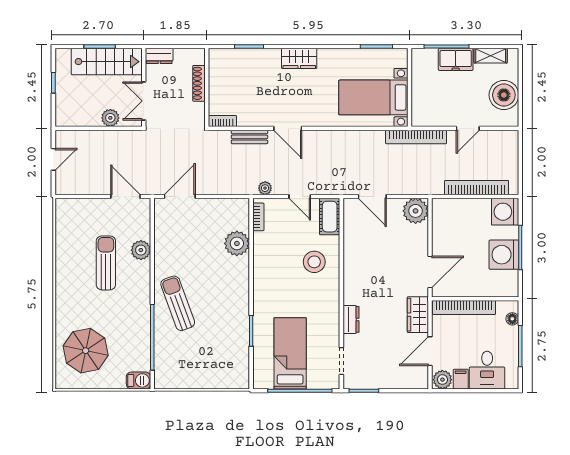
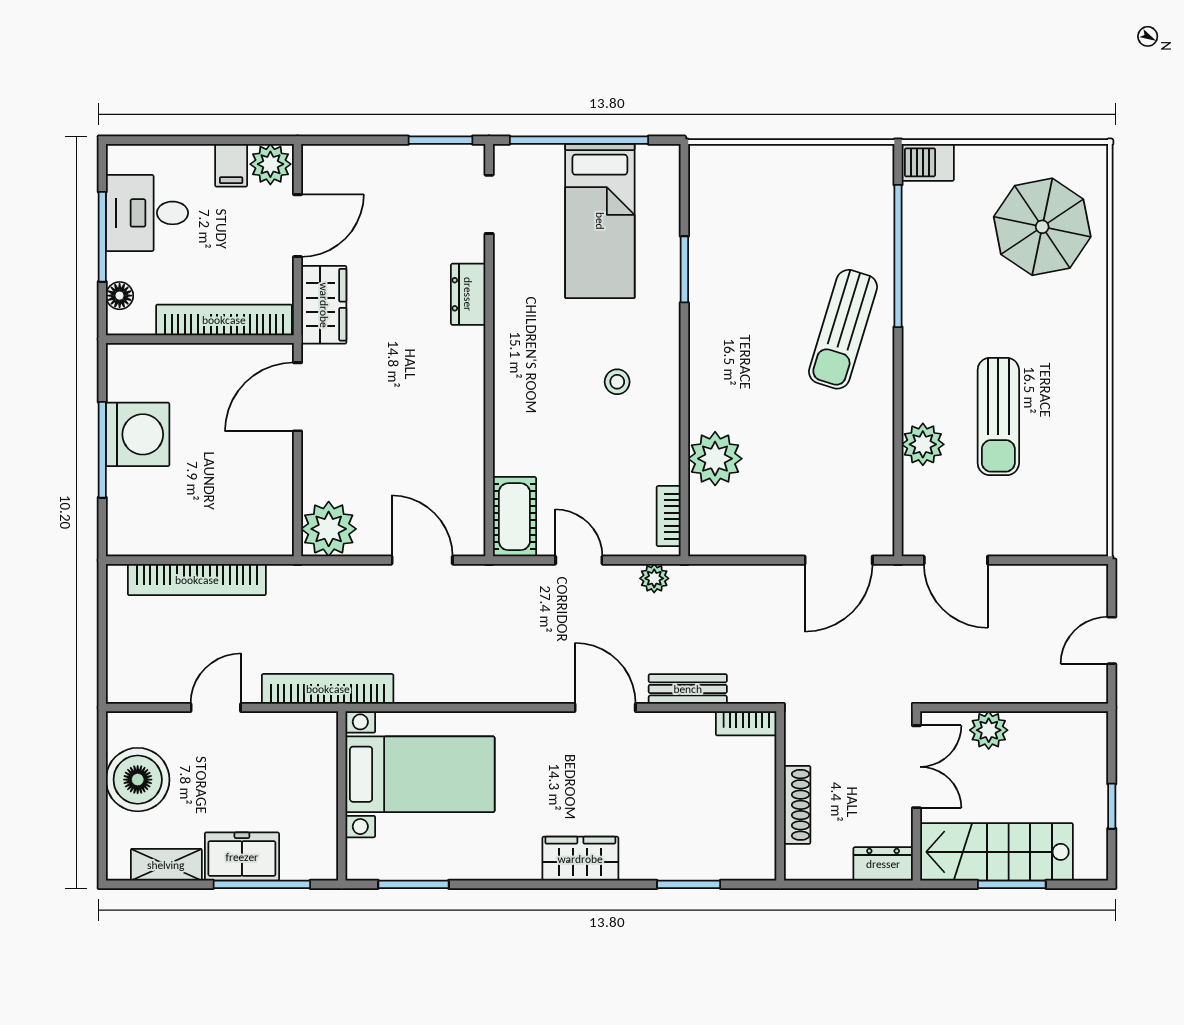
washing machine: (505, 212) -> (135, 527), removed
stool: (314, 262) -> (617, 382), moved, width x0.53, depth x0.53
sun lounger: (178, 303) -> (843, 329), turned 37
desk: (487, 370) -> (147, 213), moved, turned -90

